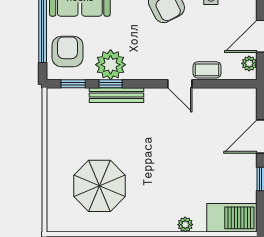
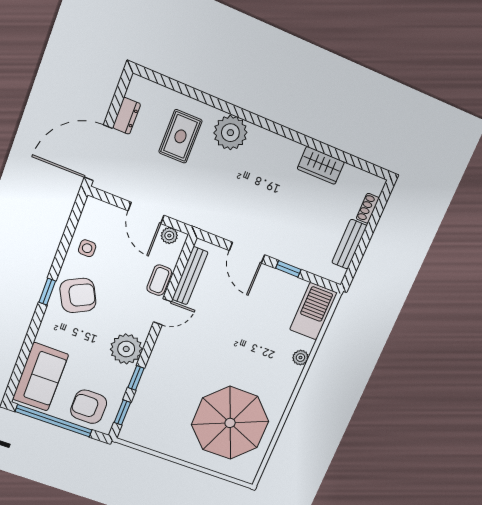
plant: (111, 65) -> (126, 349), moved
bench: (116, 95) -> (190, 276), moved
parasol: (100, 186) -> (230, 423), width x1.36, depth x1.36

